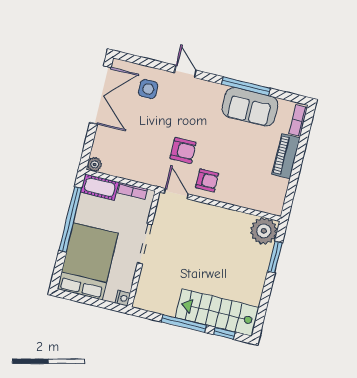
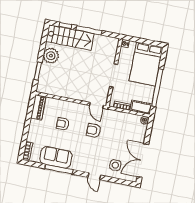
piano: (286, 156) -> (38, 107), moved
armchair: (207, 180) -> (63, 124), moved
plant: (264, 231) -> (51, 56), moved

